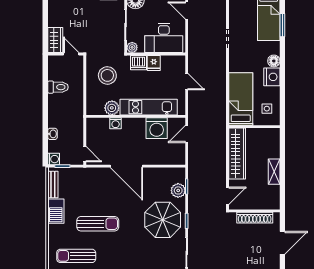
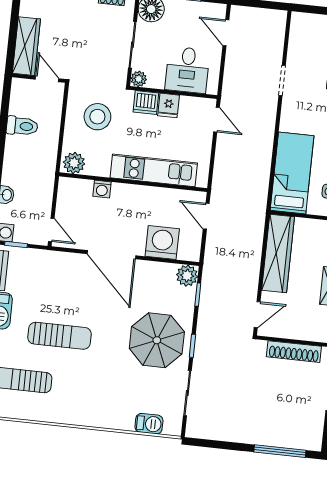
desk: (164, 38) -> (187, 70), width x0.73
wardrobe: (55, 40) -> (26, 46), width x1.50
door: (187, 82) -> (217, 120), moved
plant: (112, 108) -> (74, 163), moved
washing machine: (157, 128) -> (162, 243), moved, turned 180
door: (187, 134) -> (206, 216), hinge flipped
plant: (178, 190) -> (187, 276), moved

